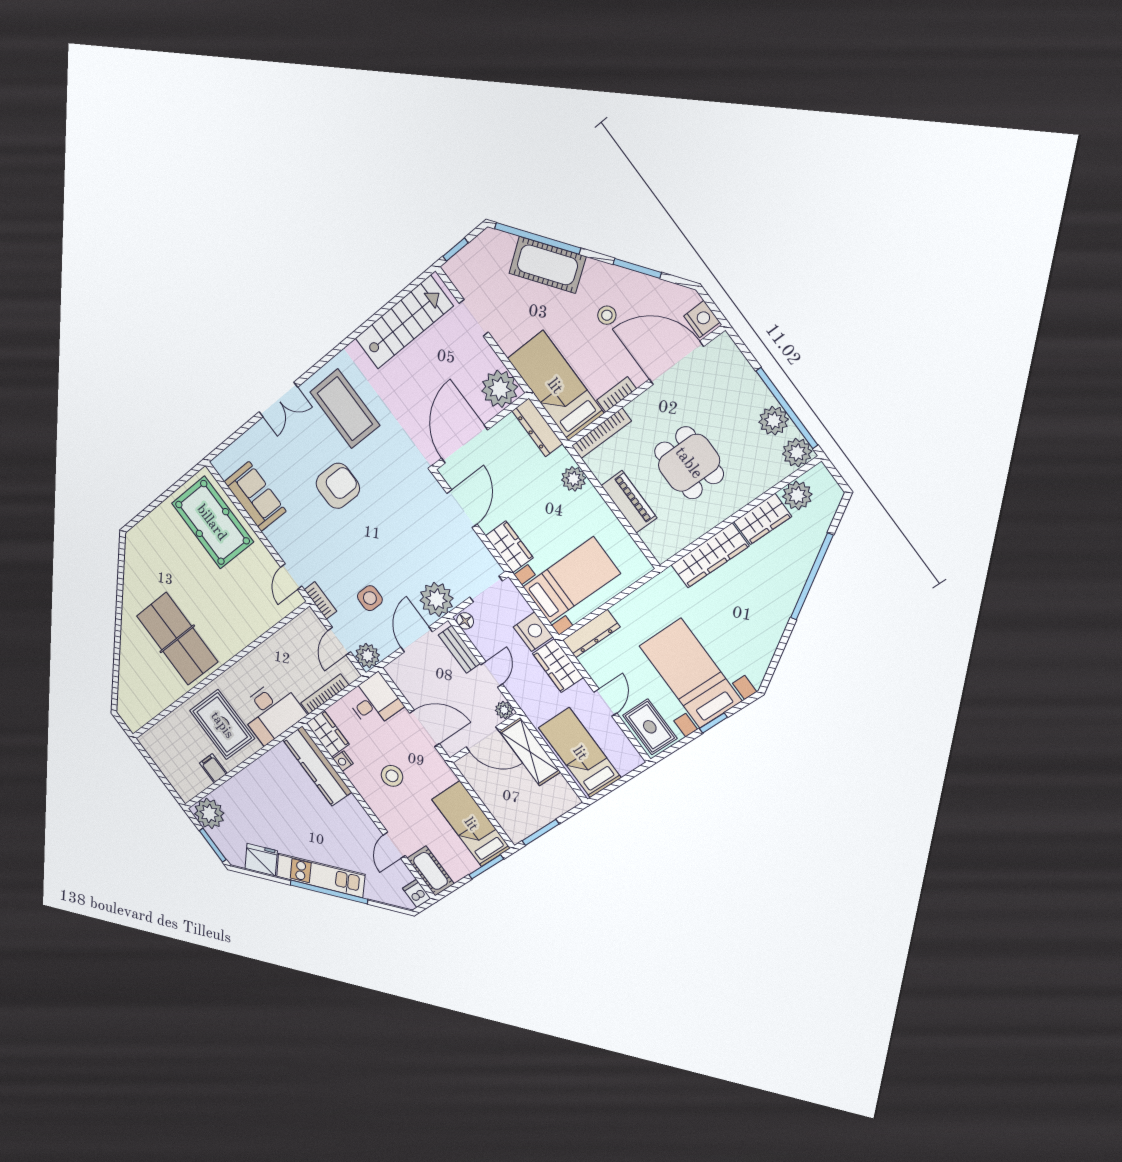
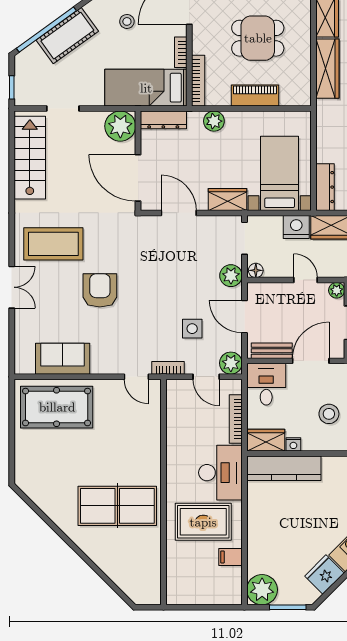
plant: (437, 599) -> (231, 276), width x0.73, depth x0.73
bench: (459, 649) -> (272, 351), moved

